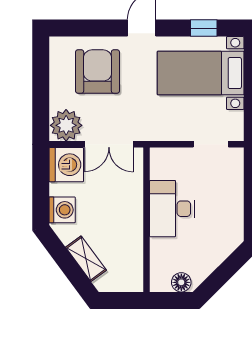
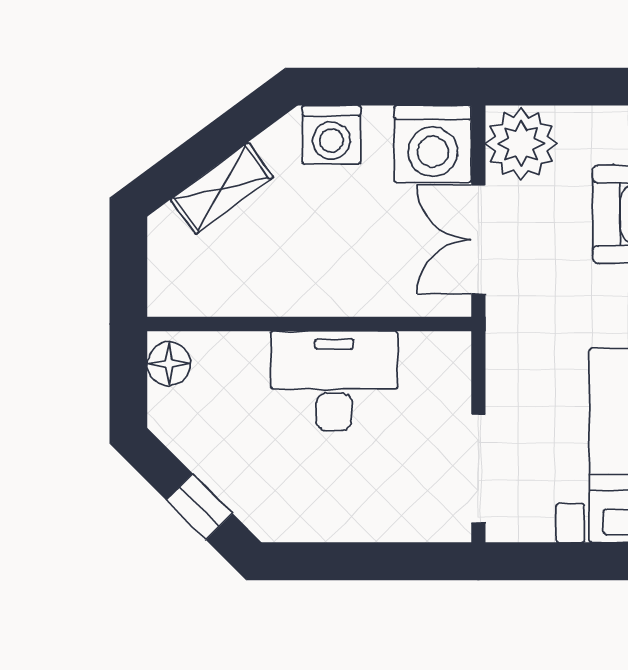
doorway: (211, 144) -> (478, 468), width x1.38
window: (228, 269) -> (199, 507), added
floor lamp: (181, 282) -> (169, 364), moved

